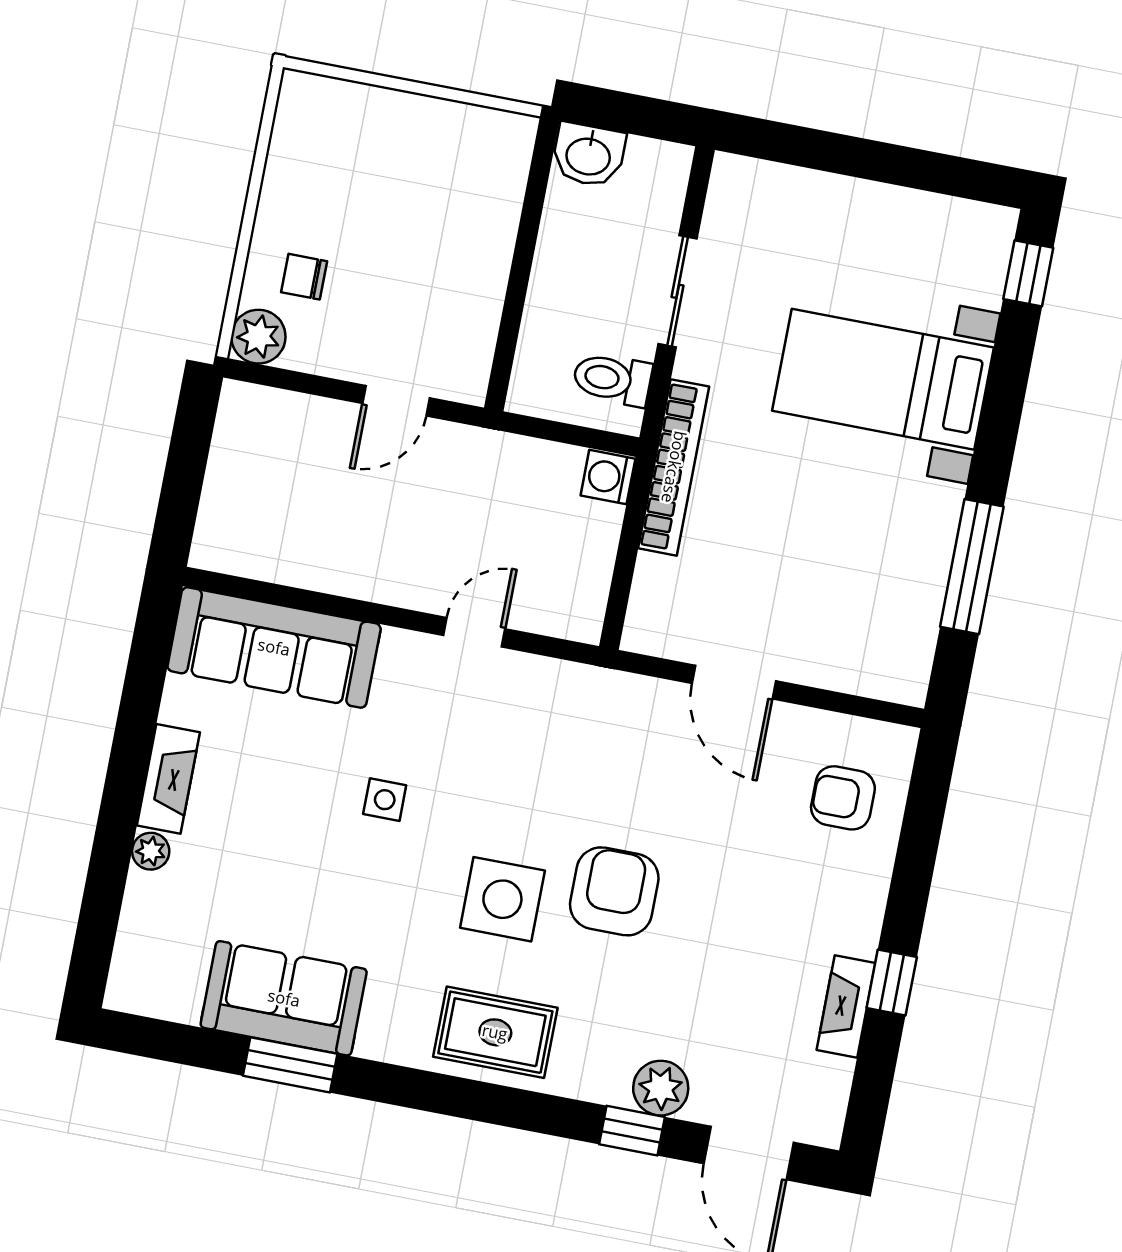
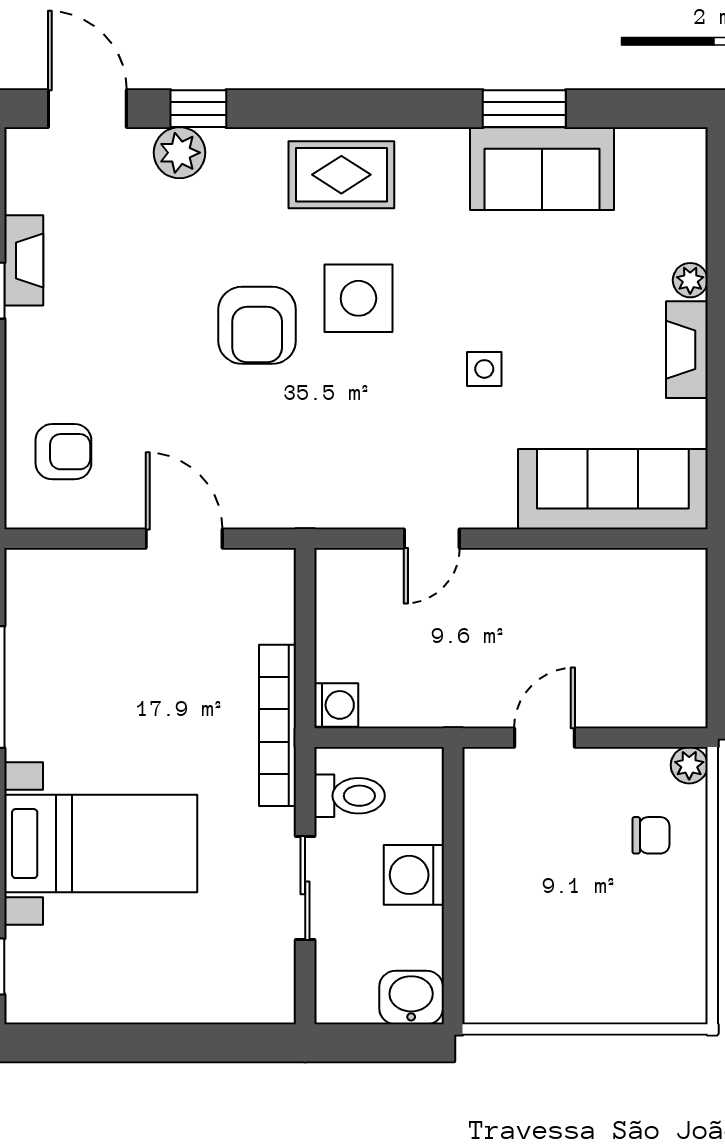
washing machine: (561, 283) -> (414, 875), added
plant: (258, 337) -> (689, 765), width x0.73, depth x0.73

